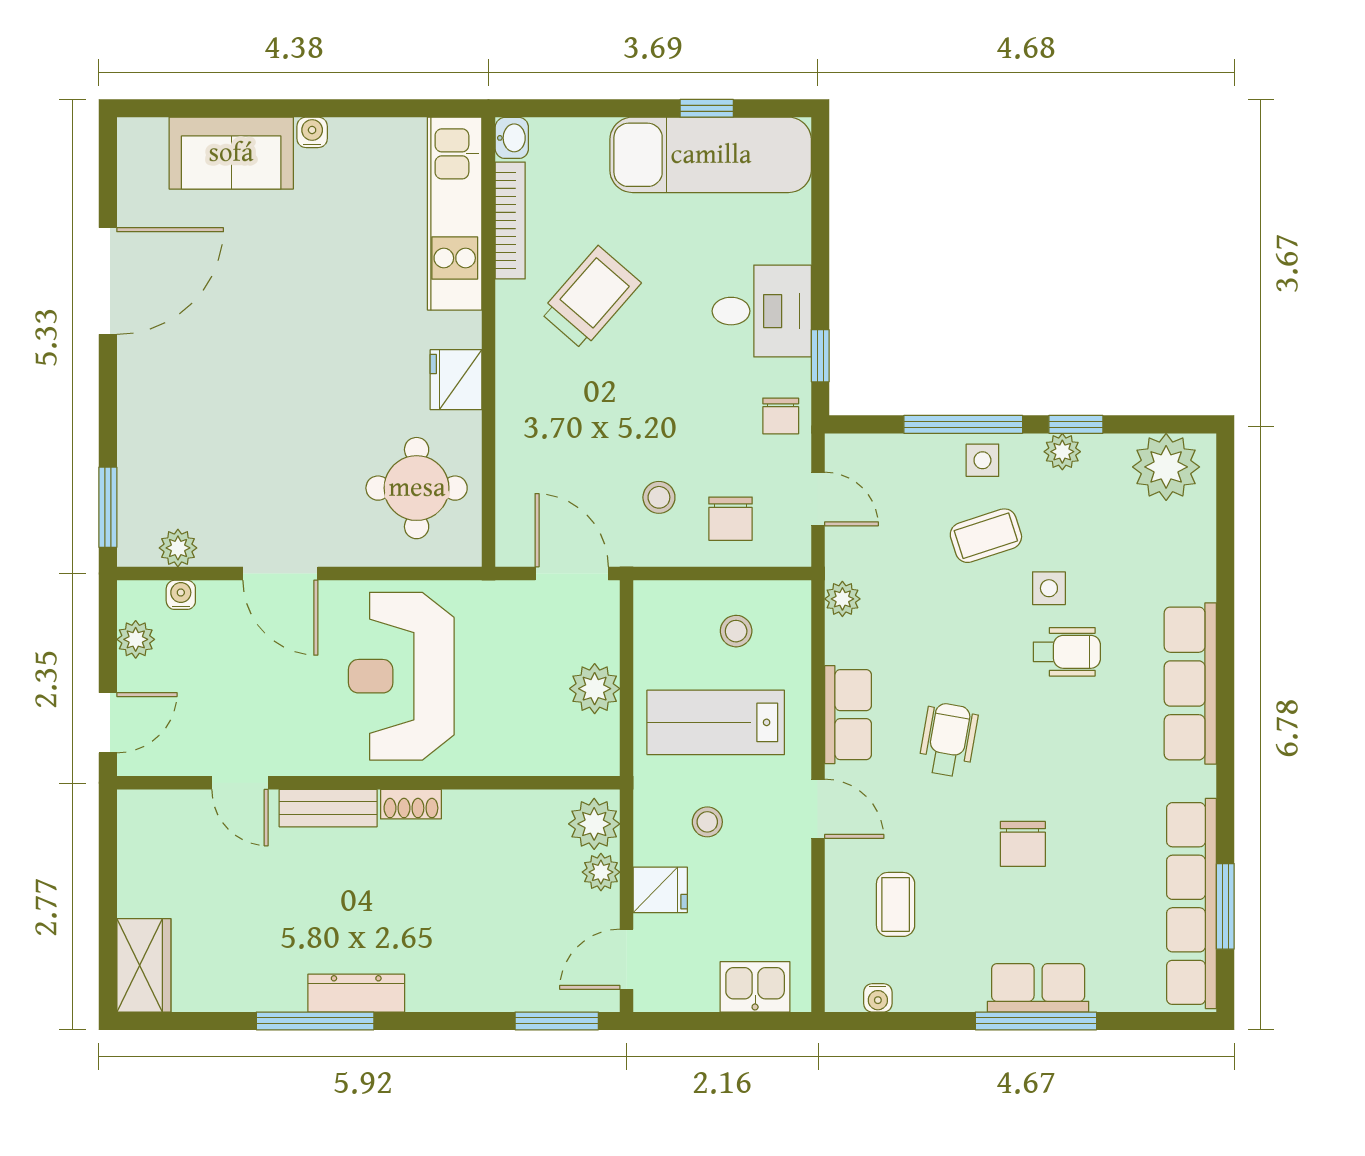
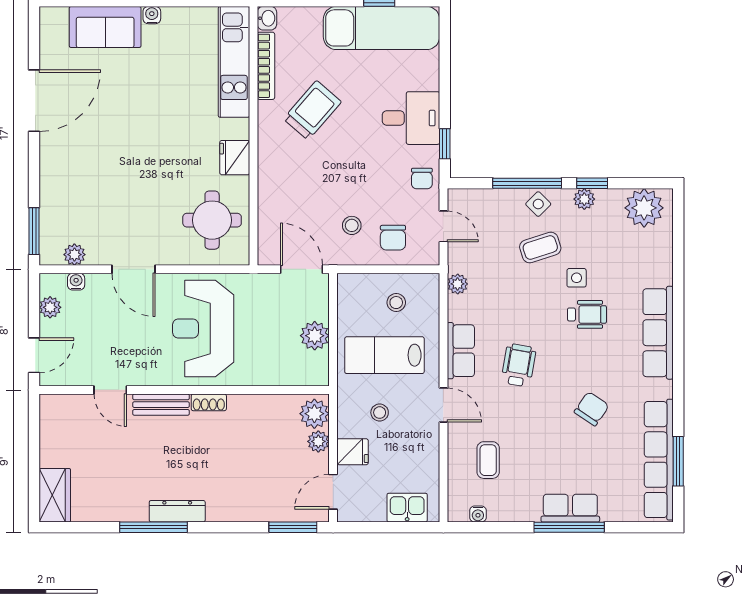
side table: (982, 460) -> (538, 204), turned 45
chair: (1023, 844) -> (592, 409), moved, turned -146

